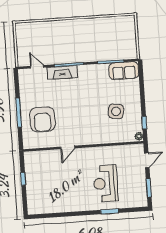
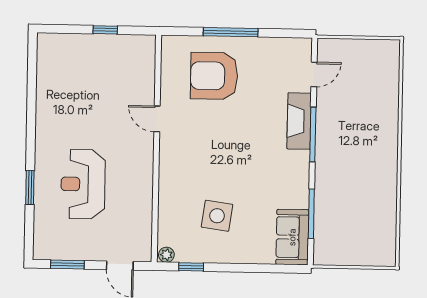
reception desk: (106, 183) -> (83, 184), turned -90

